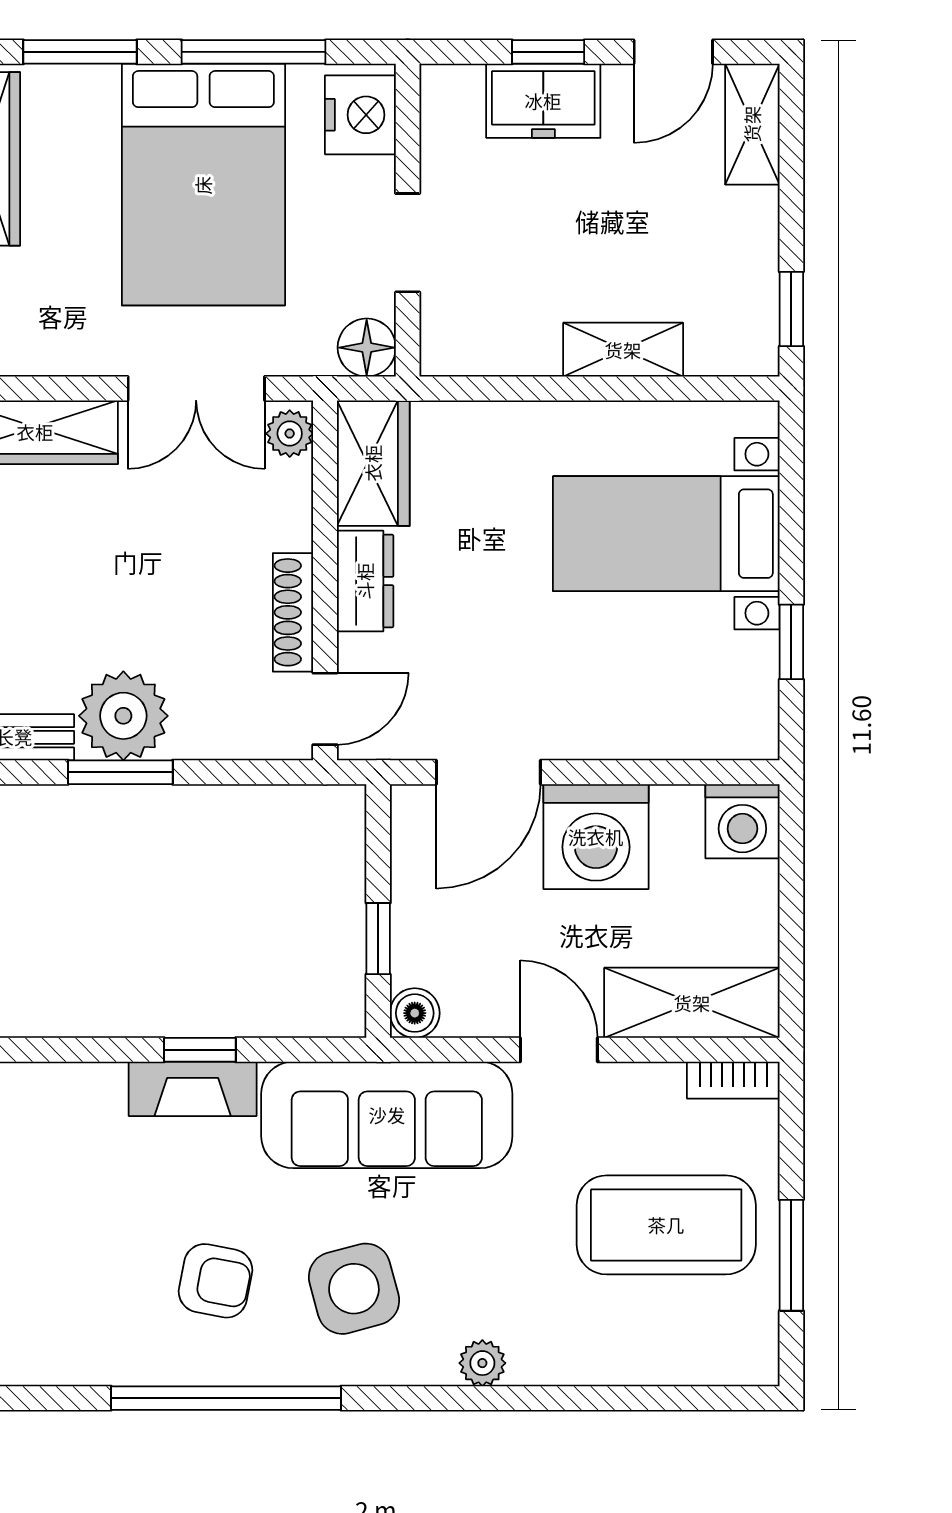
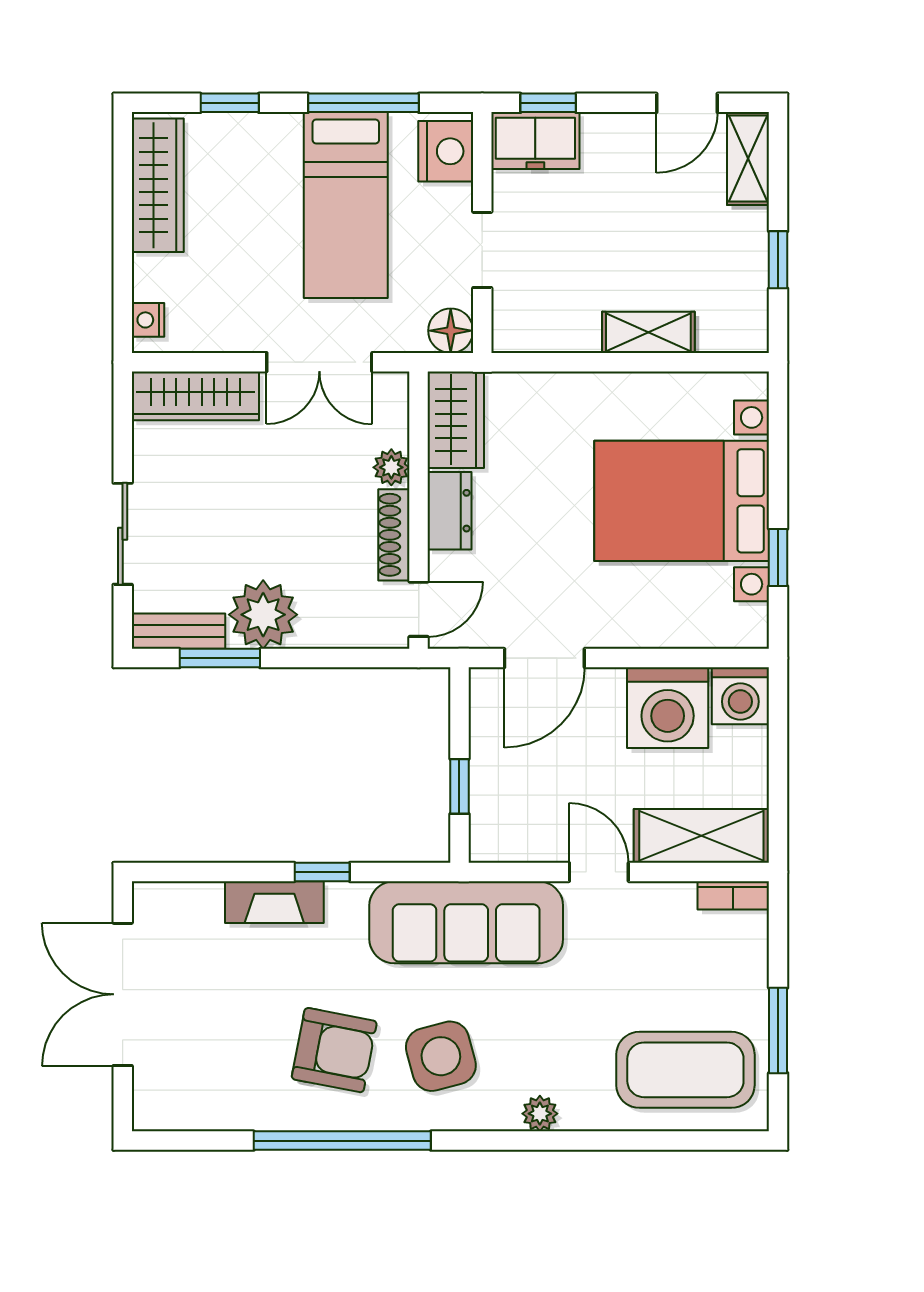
window: (80, 52) -> (230, 103), width x0.67
window: (548, 52) -> (548, 103), moved
freezer: (543, 101) -> (535, 141), moved
bed: (203, 185) -> (346, 205), width x0.67
window: (791, 309) -> (778, 260), moved
plant: (290, 434) -> (391, 467), moved
bed with nightstands: (666, 534) -> (682, 501), width x1.36
window: (120, 772) -> (220, 658), moved
washing machine: (596, 837) -> (668, 708), moved
boiler: (415, 1013) -> (488, 844), removed
fireplace: (193, 1089) -> (274, 902), moved
coffee table: (666, 1225) -> (685, 1070), moved
armchair: (215, 1281) -> (334, 1050), width x1.38, depth x1.38

